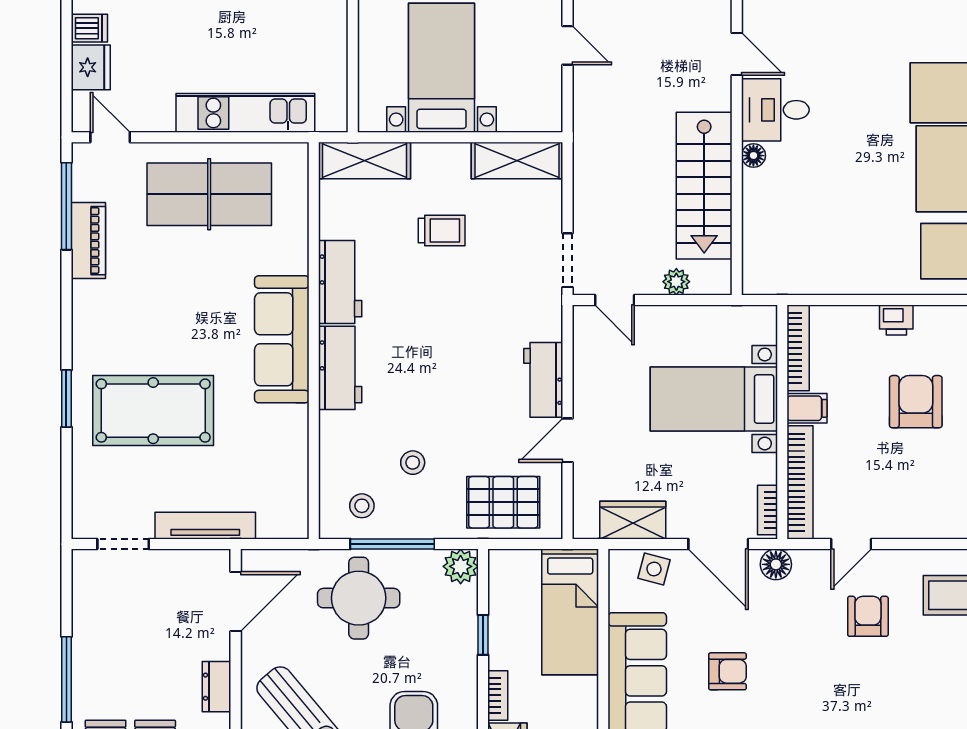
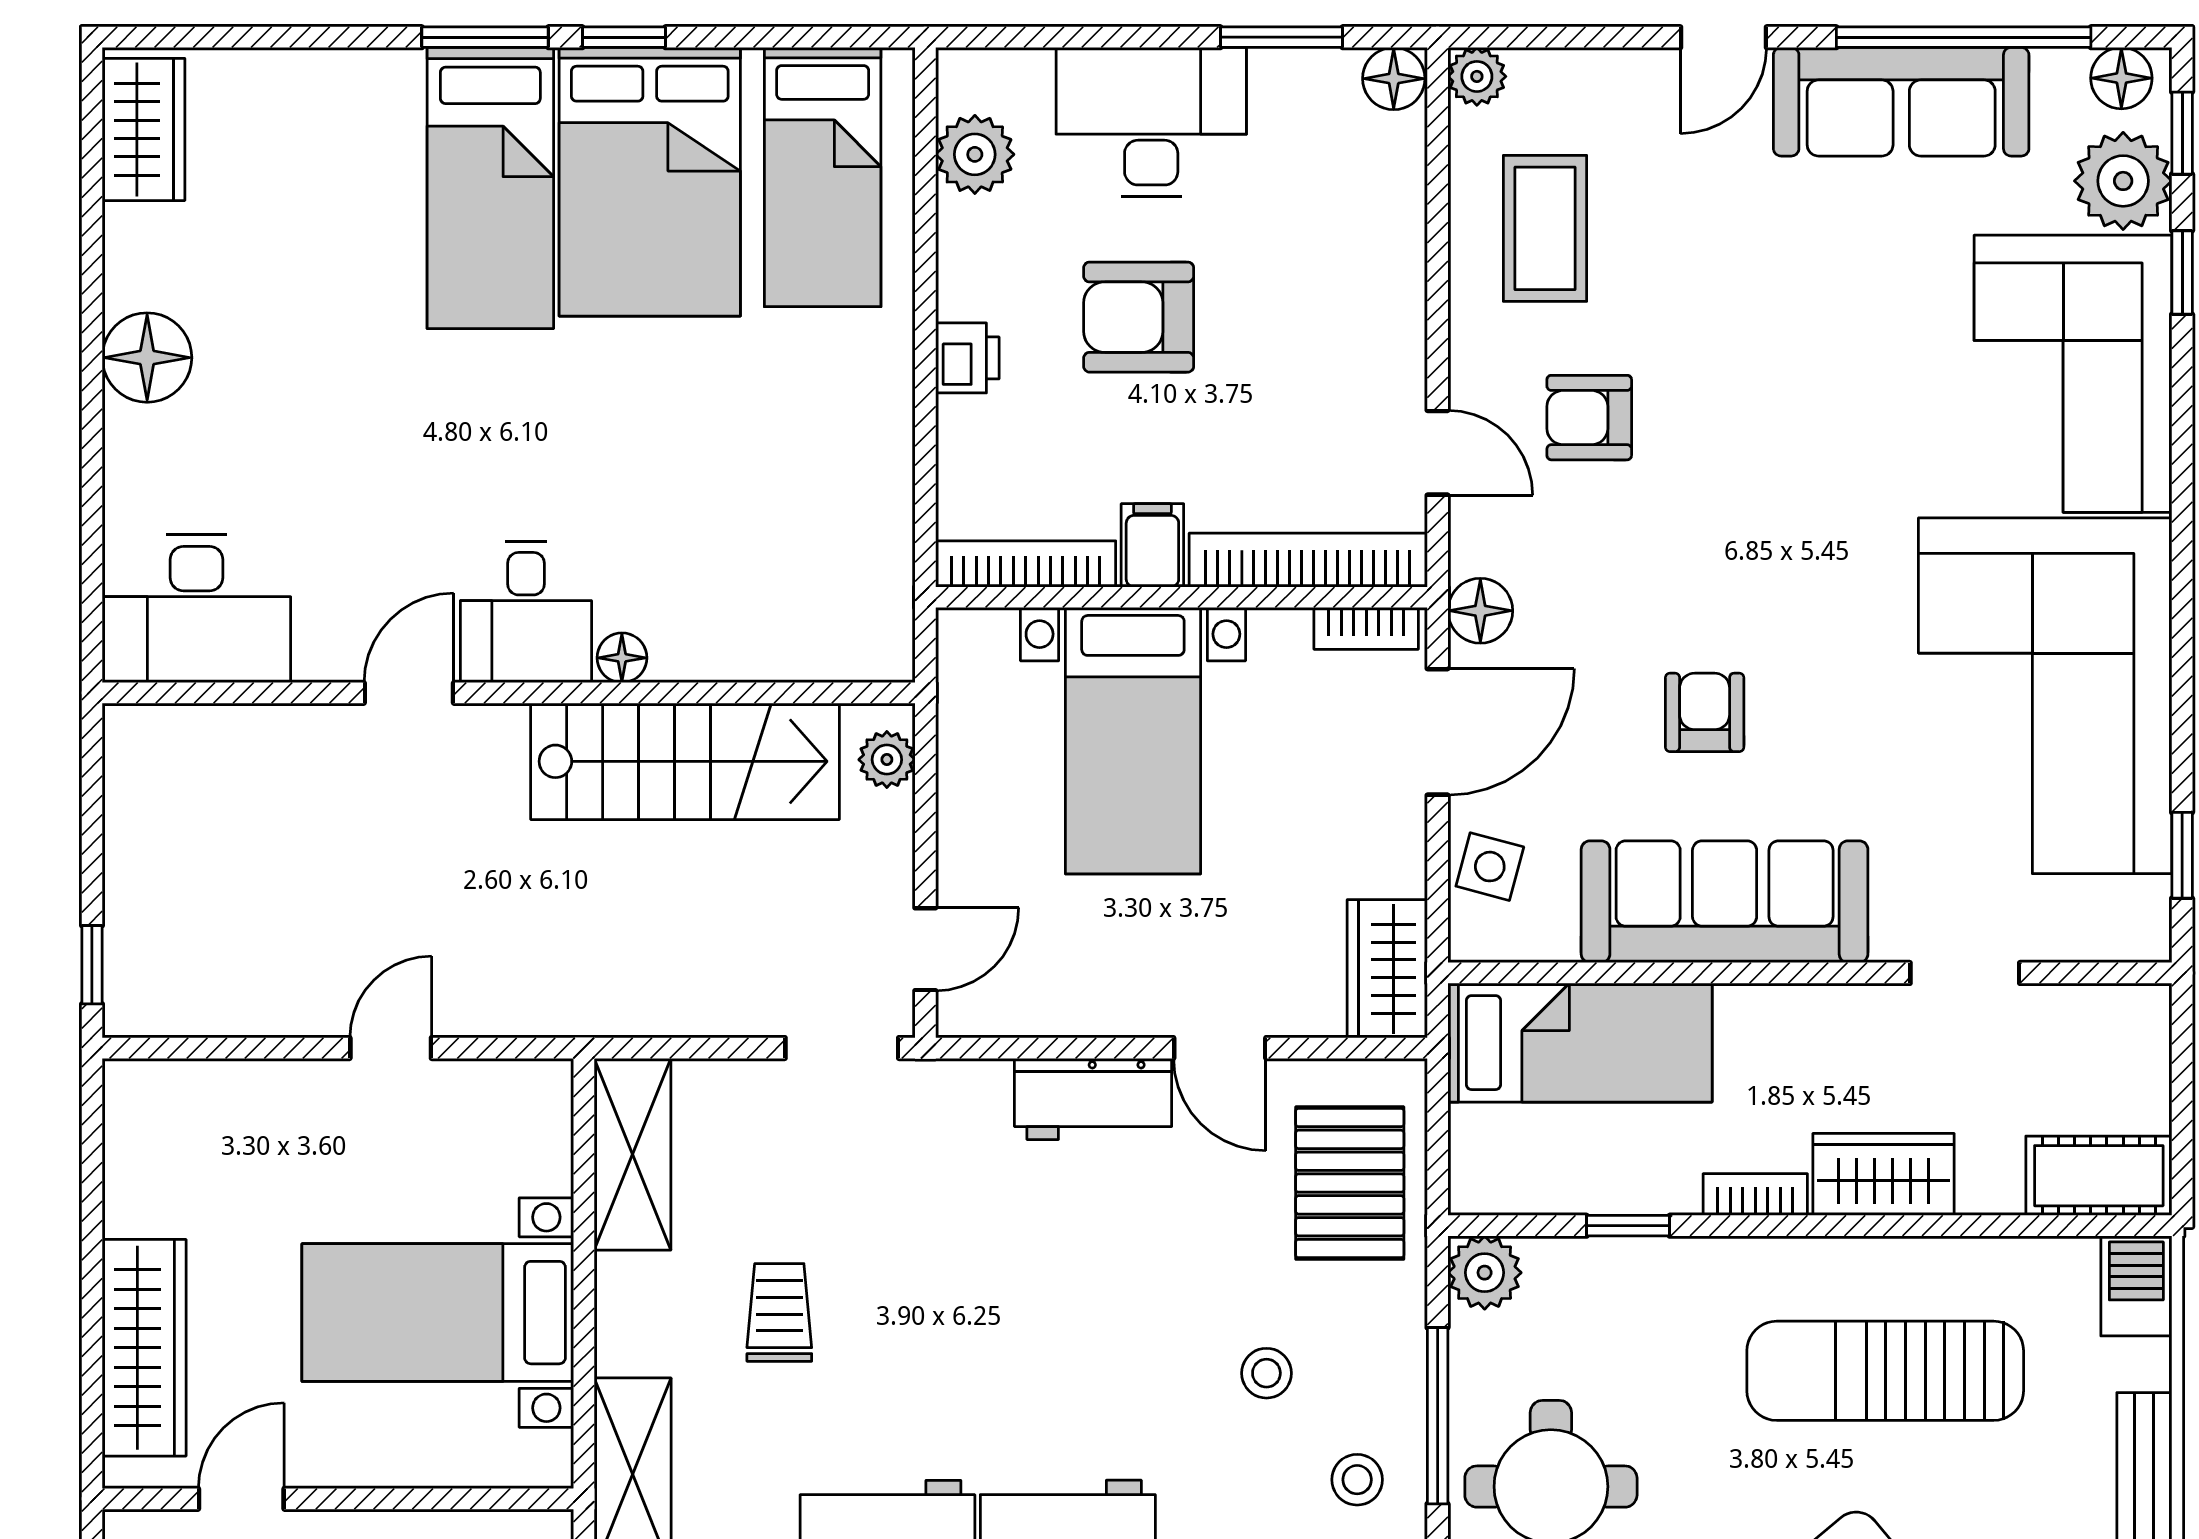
plant: (676, 282) -> (887, 760), moved
wardrobe: (633, 520) -> (1387, 969), moved

